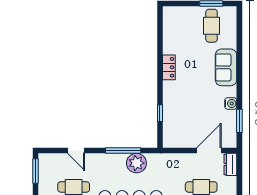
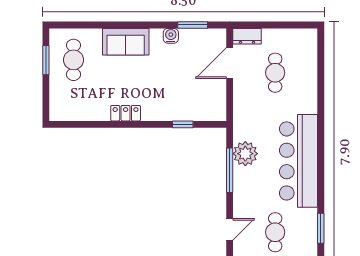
cafe table: (212, 26) -> (74, 60), turned 90
door: (209, 151) -> (230, 63), hinge flipped

